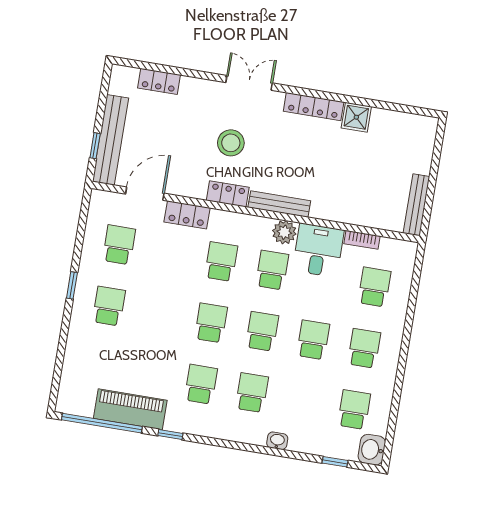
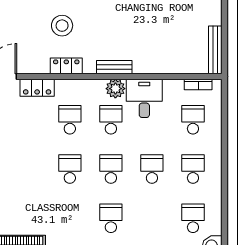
bench: (279, 204) -> (114, 67), width x0.73
bookcase: (362, 240) -> (198, 84), moved
school desk: (201, 384) -> (70, 218), removed

